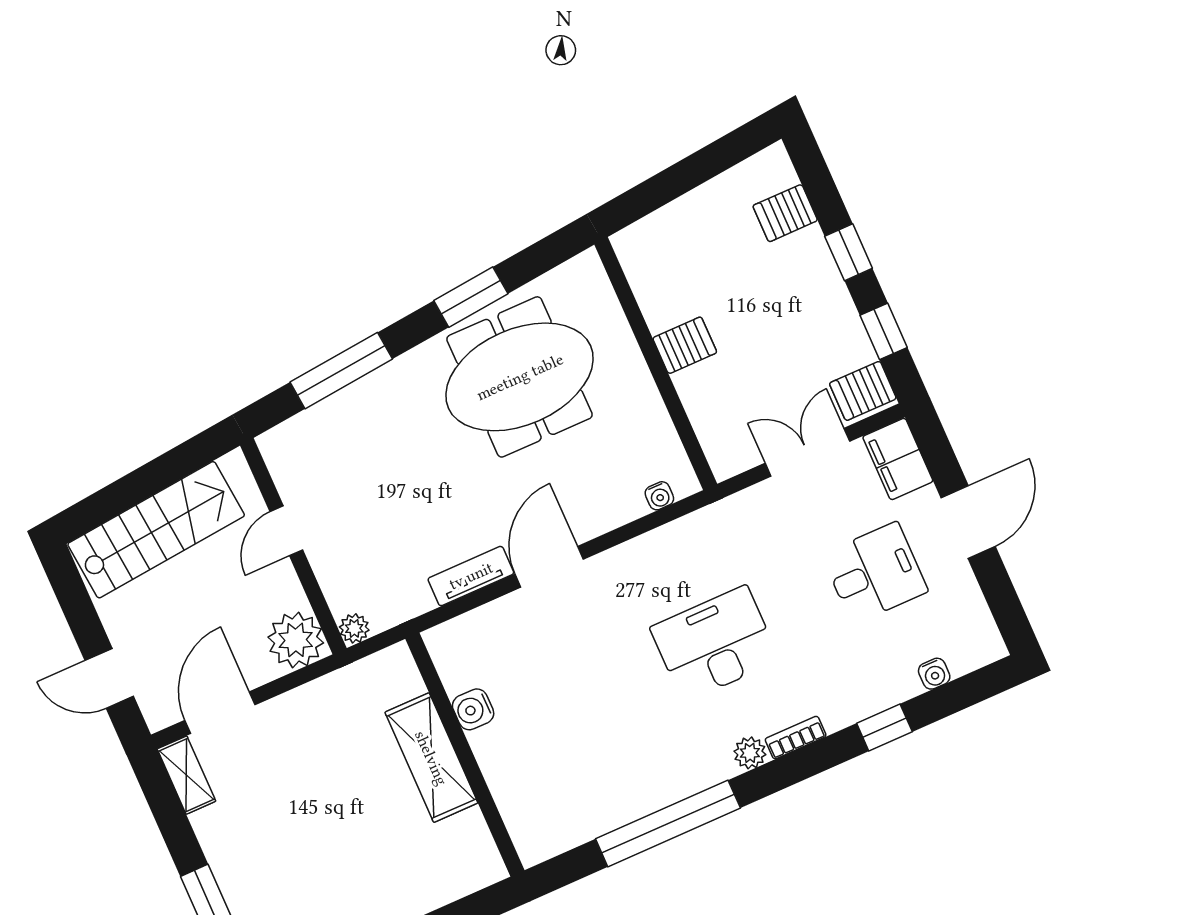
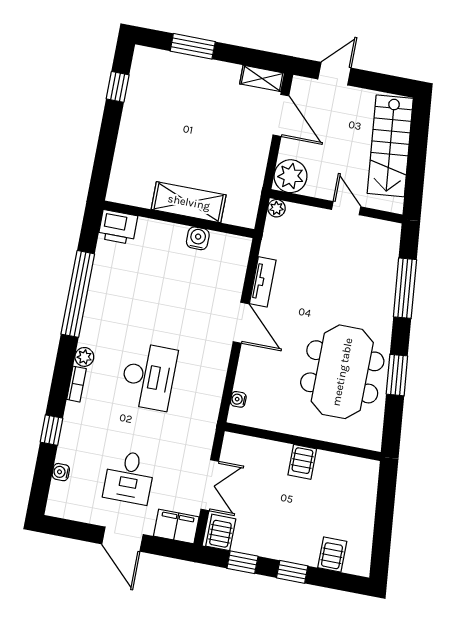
printer: (535, 833) -> (118, 227), added

